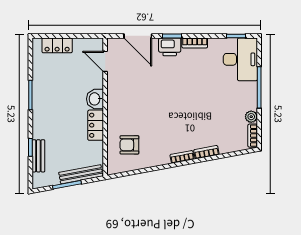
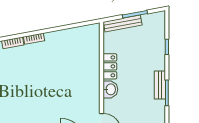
armchair: (129, 145) -> (80, 49), removed
bench: (38, 156) -> (160, 85), moved

